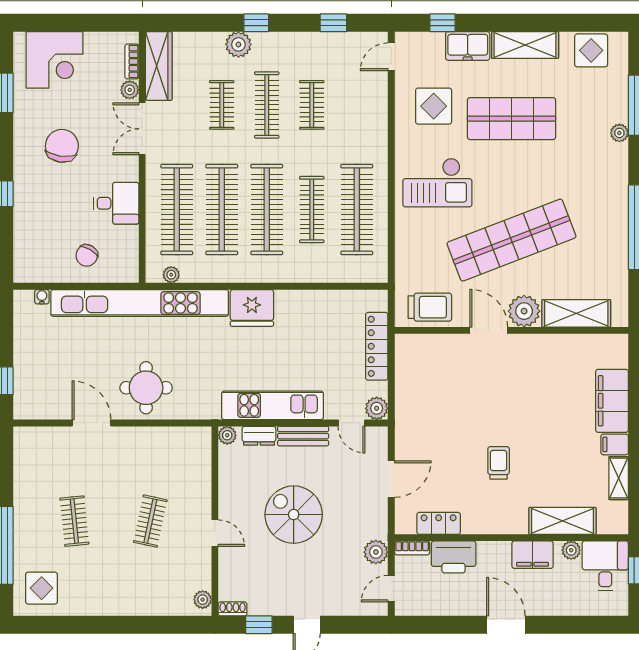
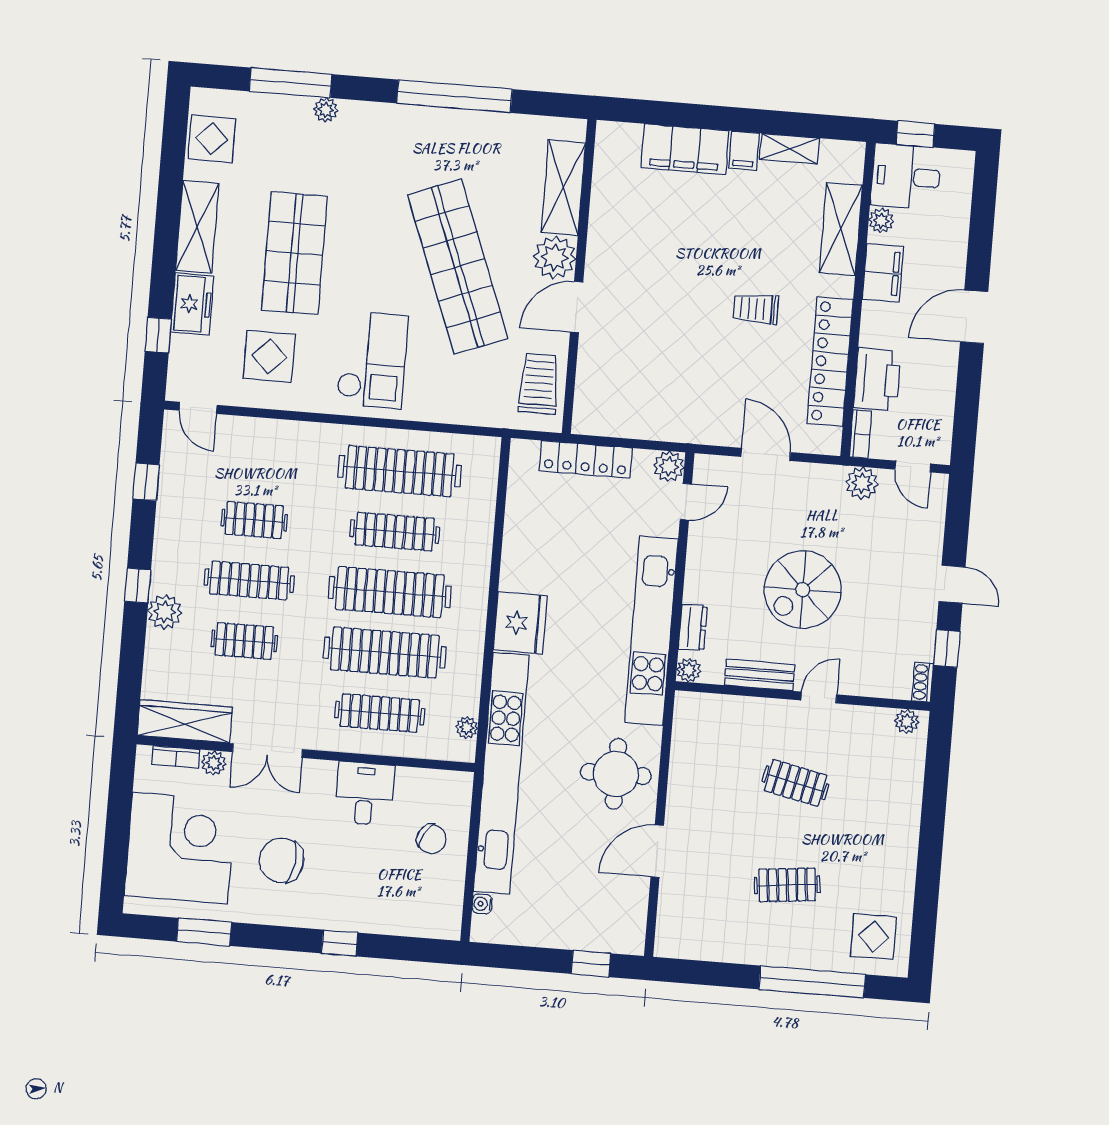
corner desk: (55, 60) -> (180, 848), width x1.36, depth x1.36
clothes rail: (177, 210) -> (380, 713), width x0.73, depth x0.76
kitchen unit: (273, 405) -> (651, 631), width x1.36
bench: (303, 436) -> (760, 675), moved, turned 90
locker: (439, 523) -> (830, 362), width x2.16, depth x1.21

